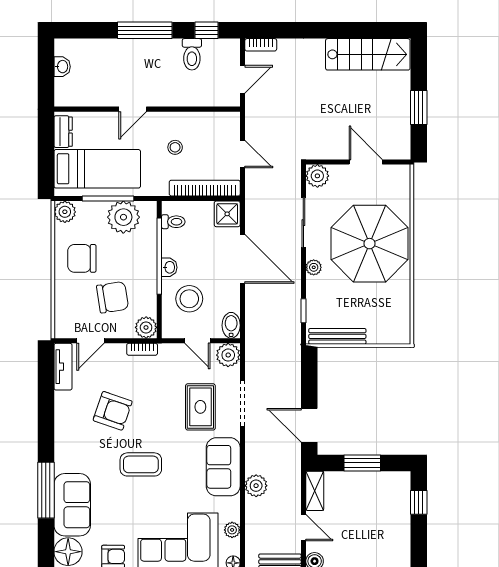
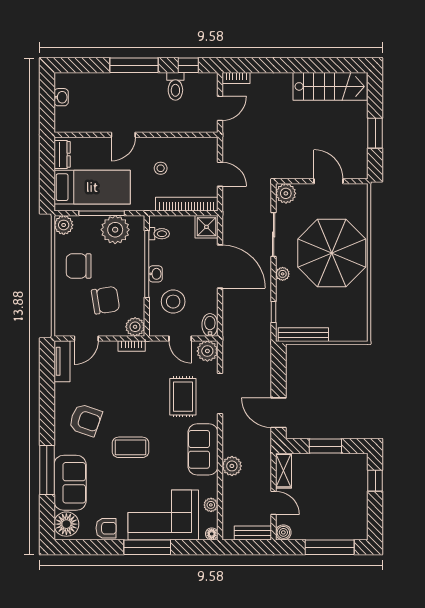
armchair: (113, 411) -> (85, 420), moved

